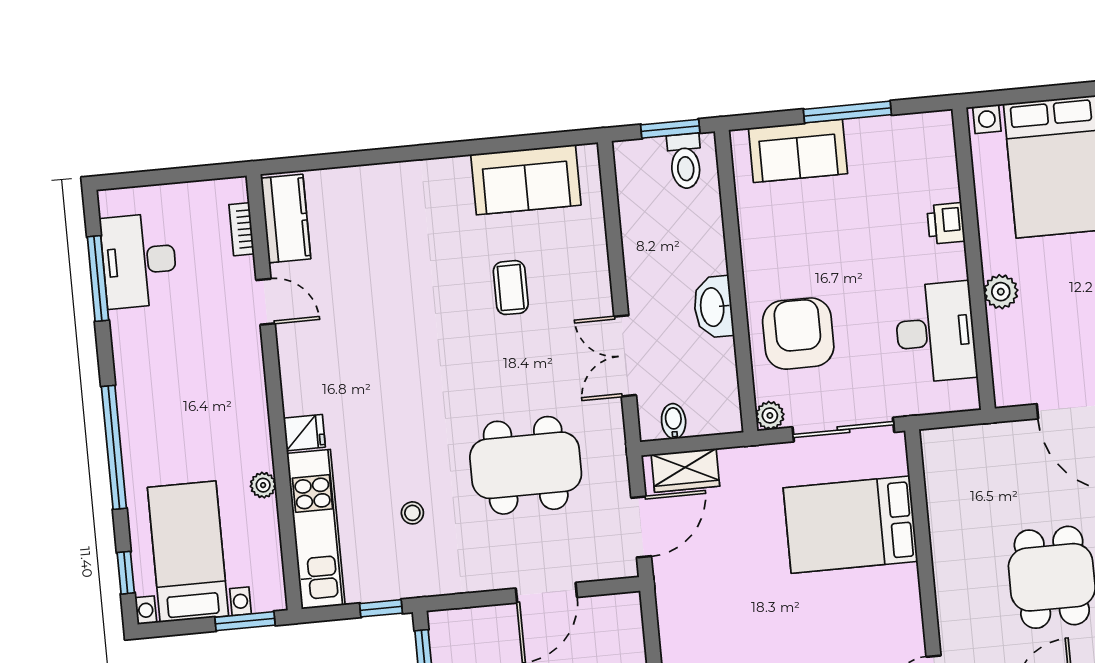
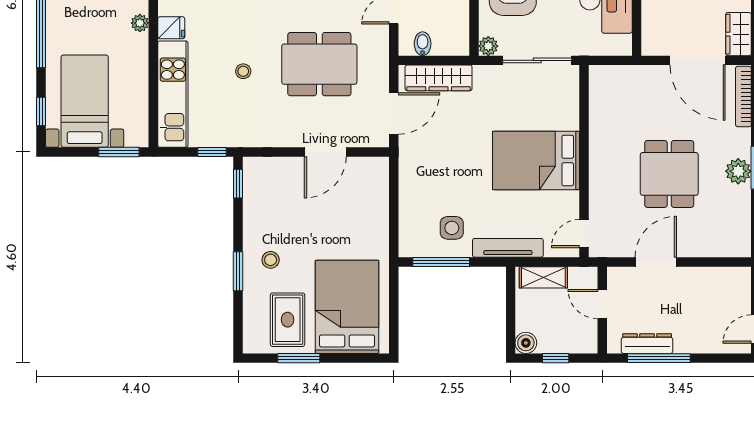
wardrobe: (685, 470) -> (439, 78), width x1.50
plant: (263, 485) -> (140, 23), moved
stool: (412, 513) -> (243, 71), moved
bed: (850, 525) -> (536, 160), moved

